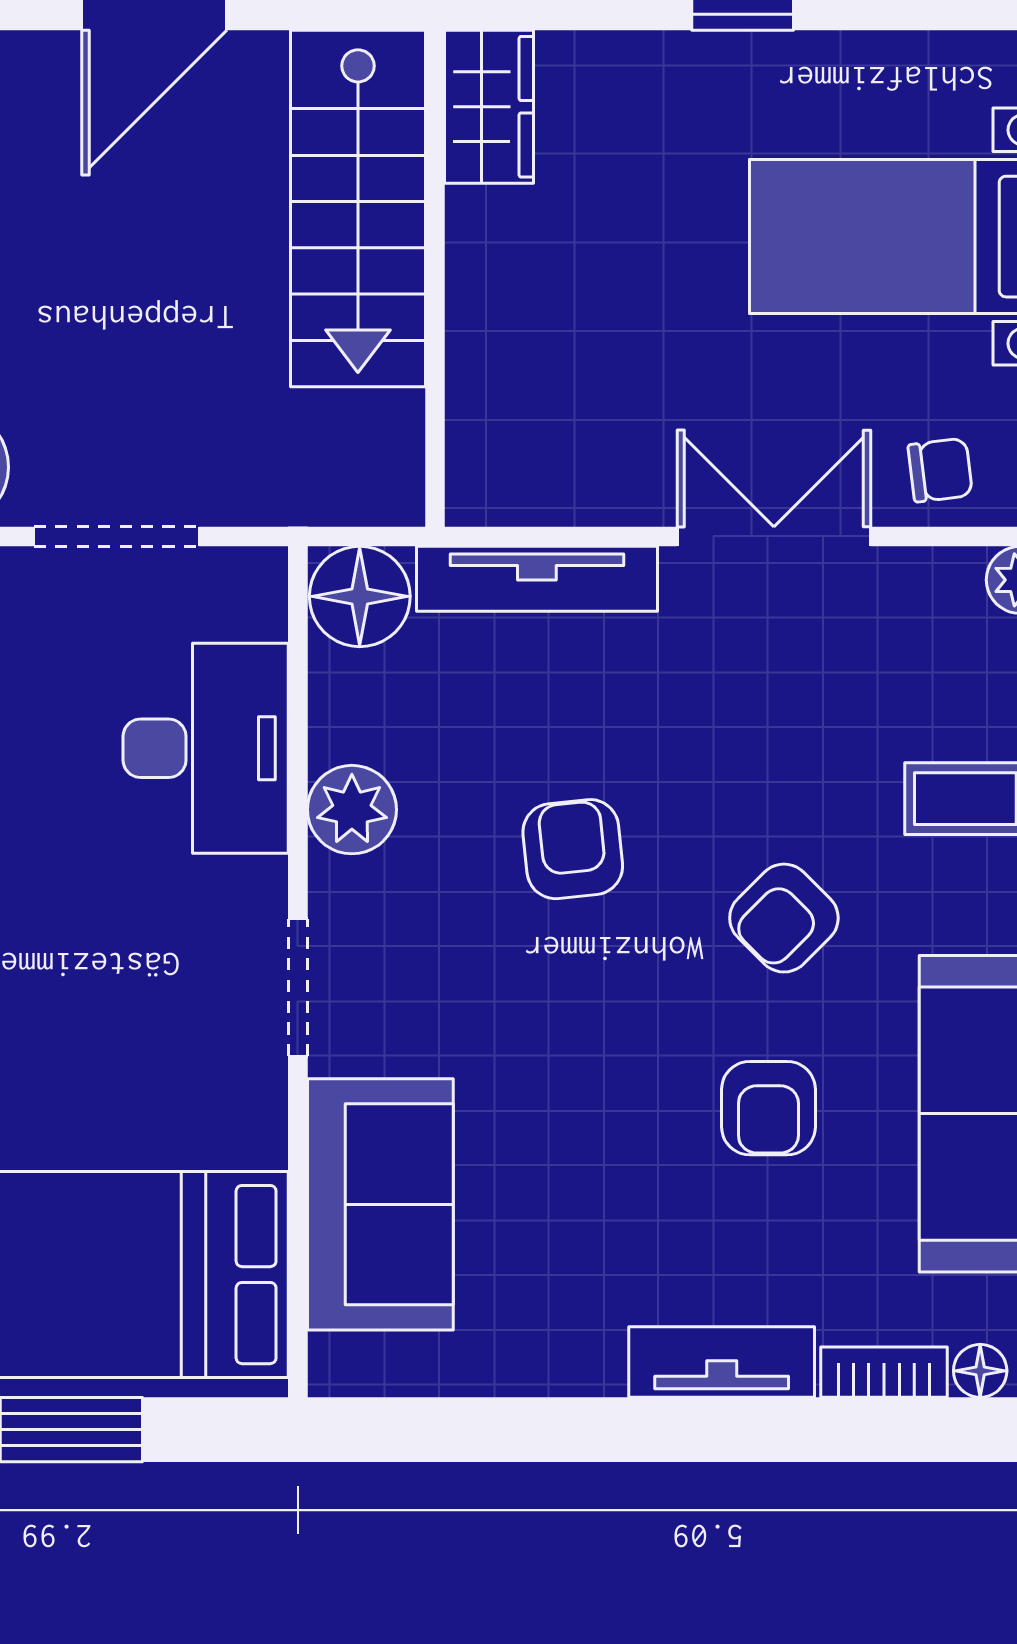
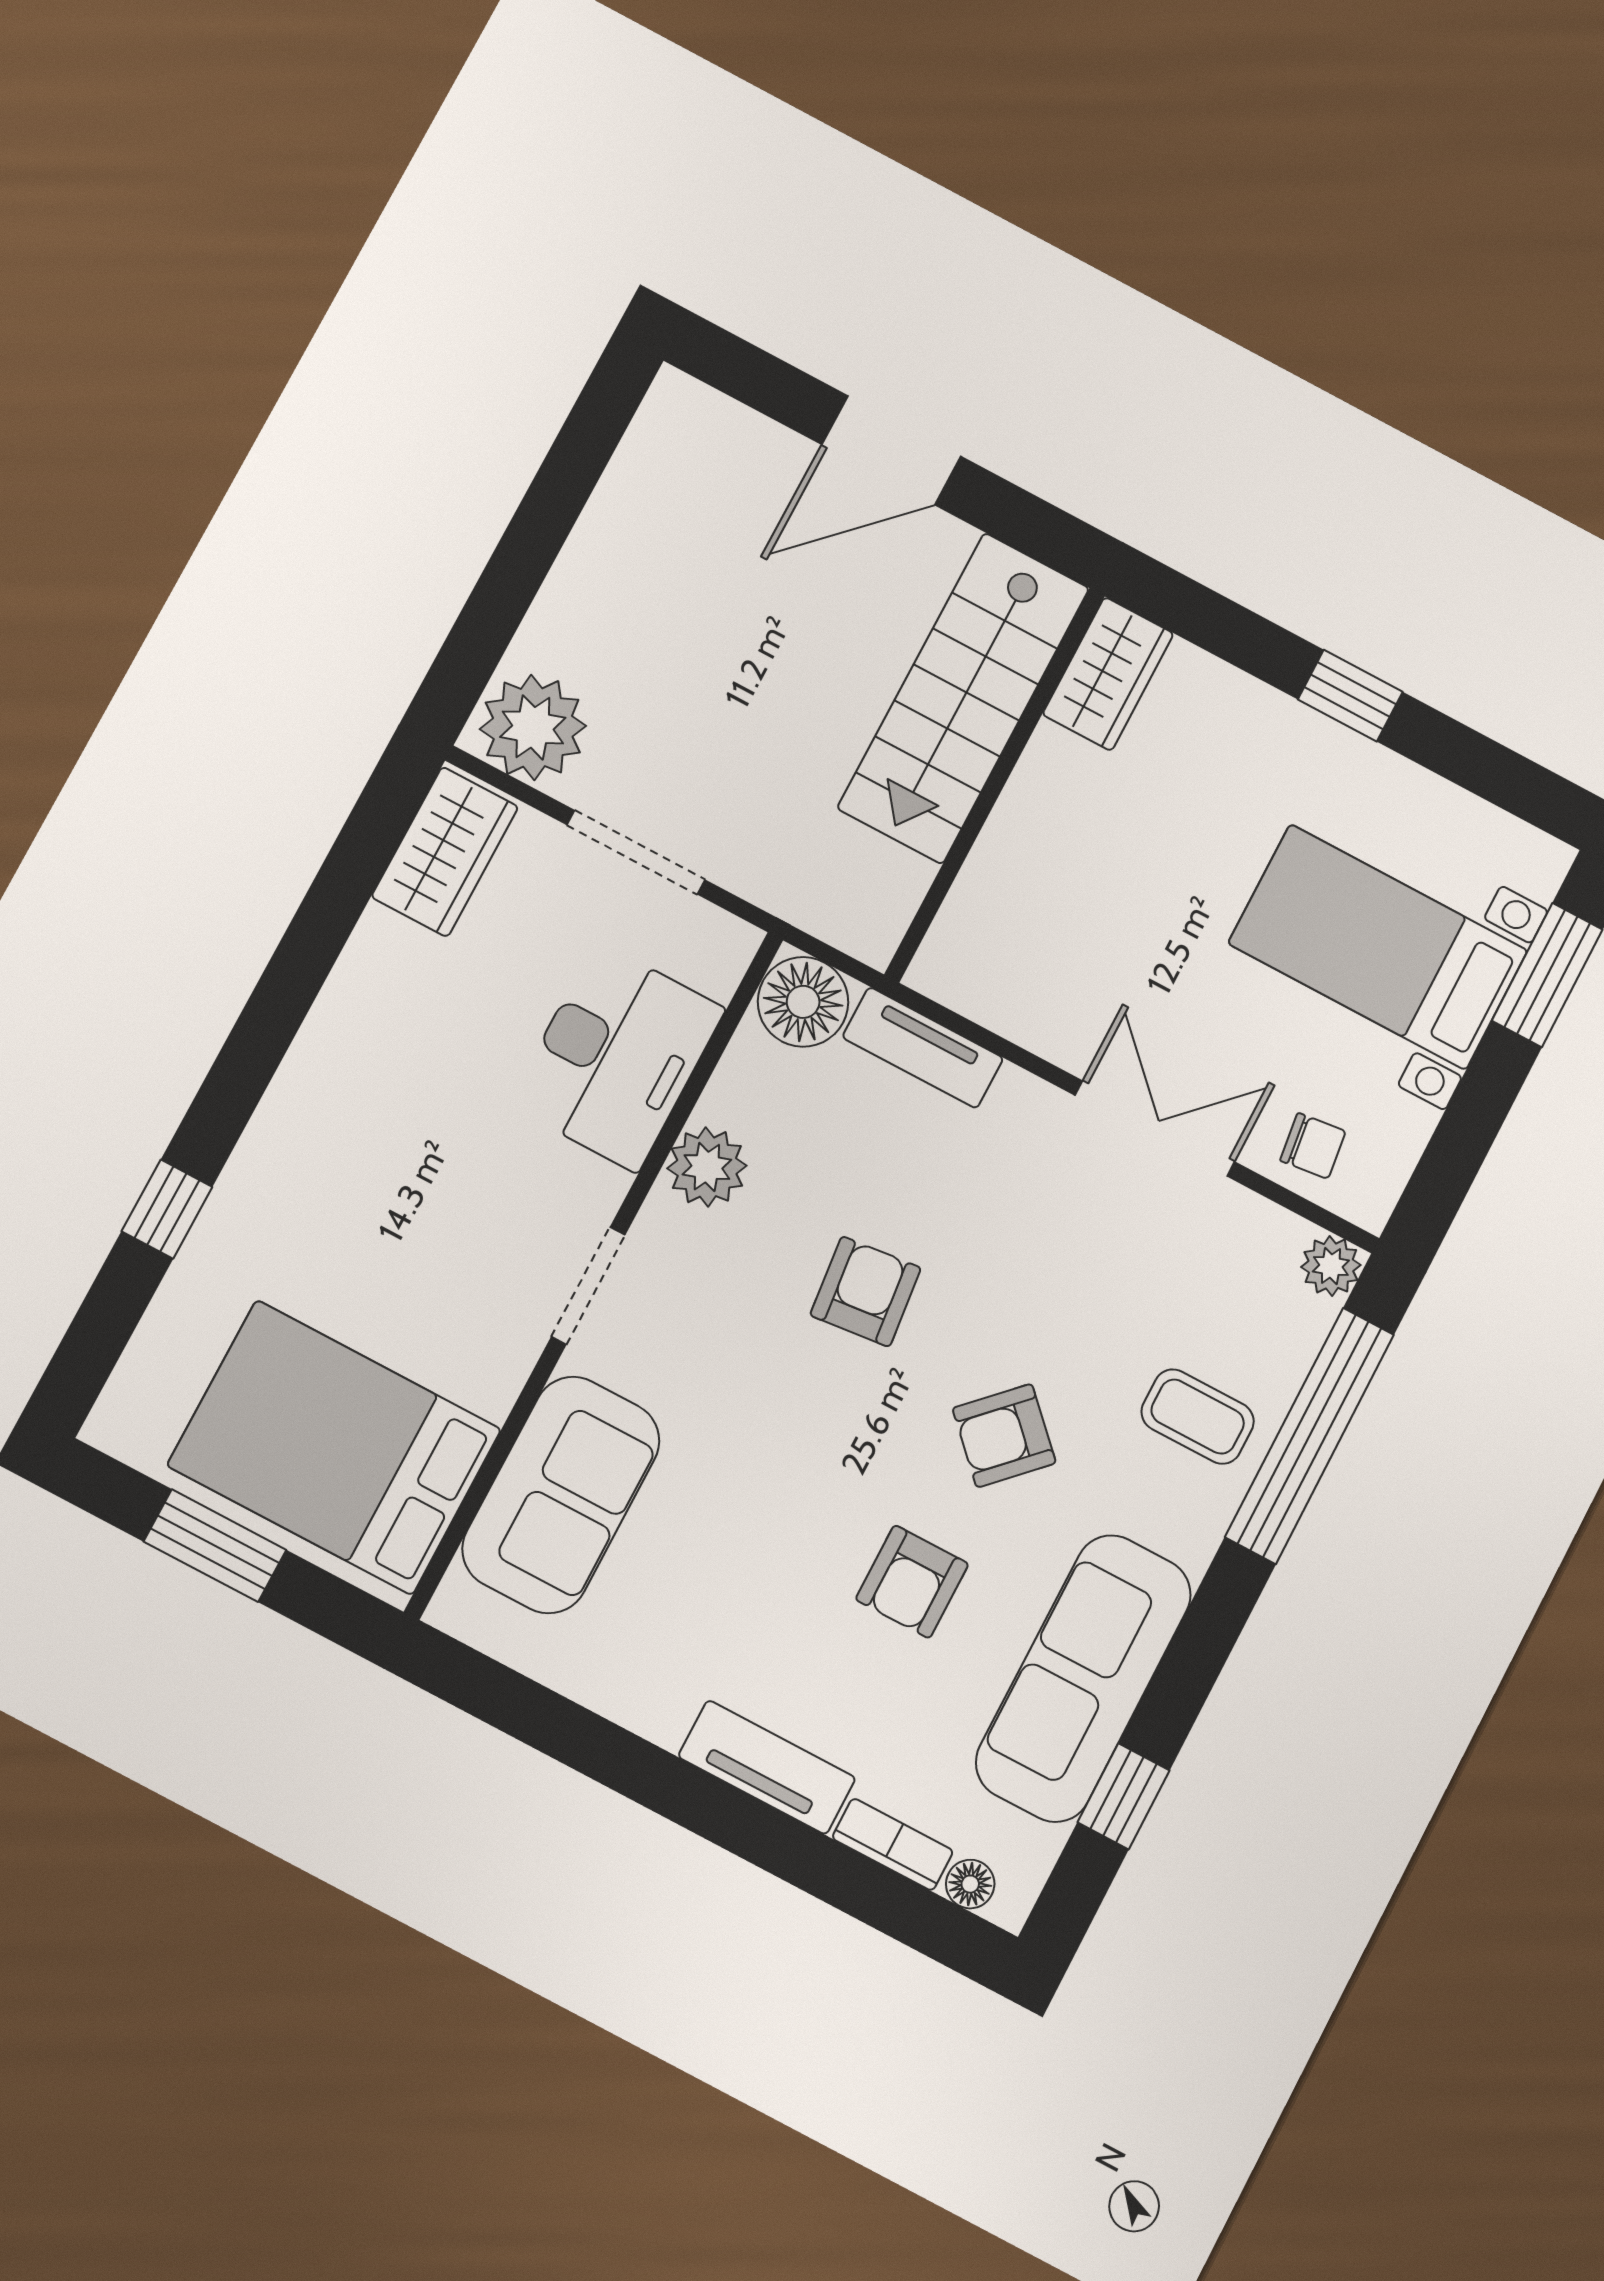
tv unit: (537, 579) -> (923, 1048), width x0.71

